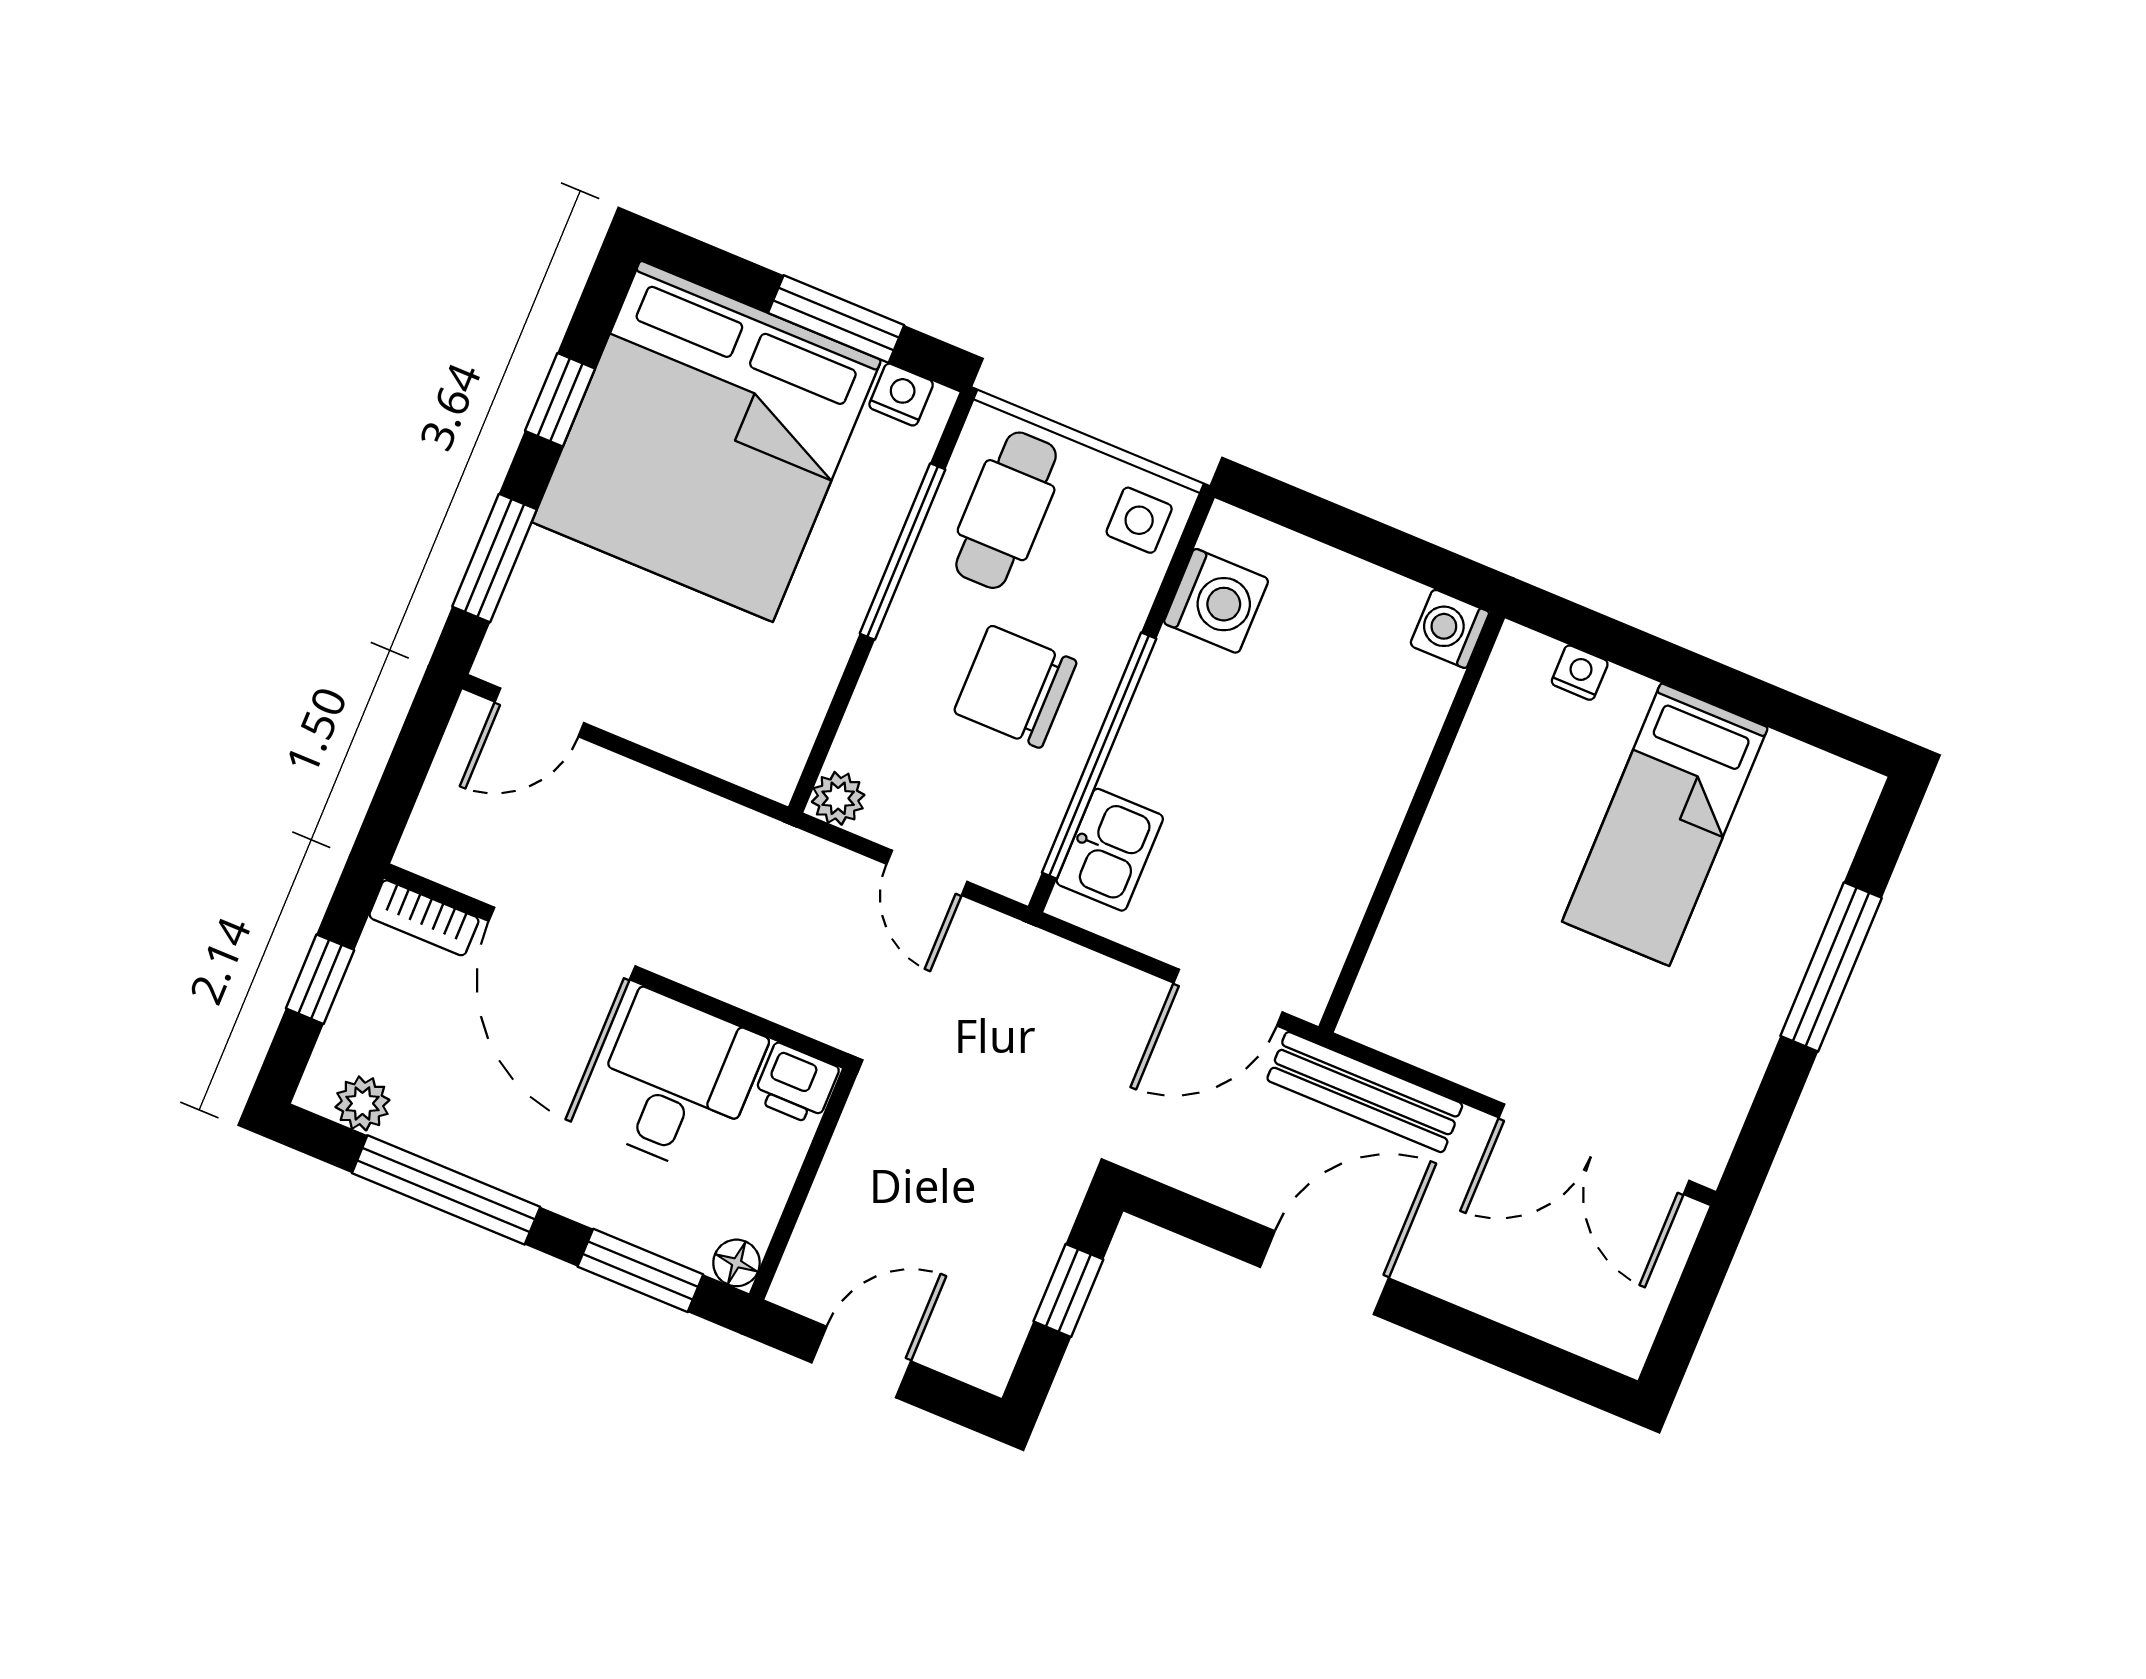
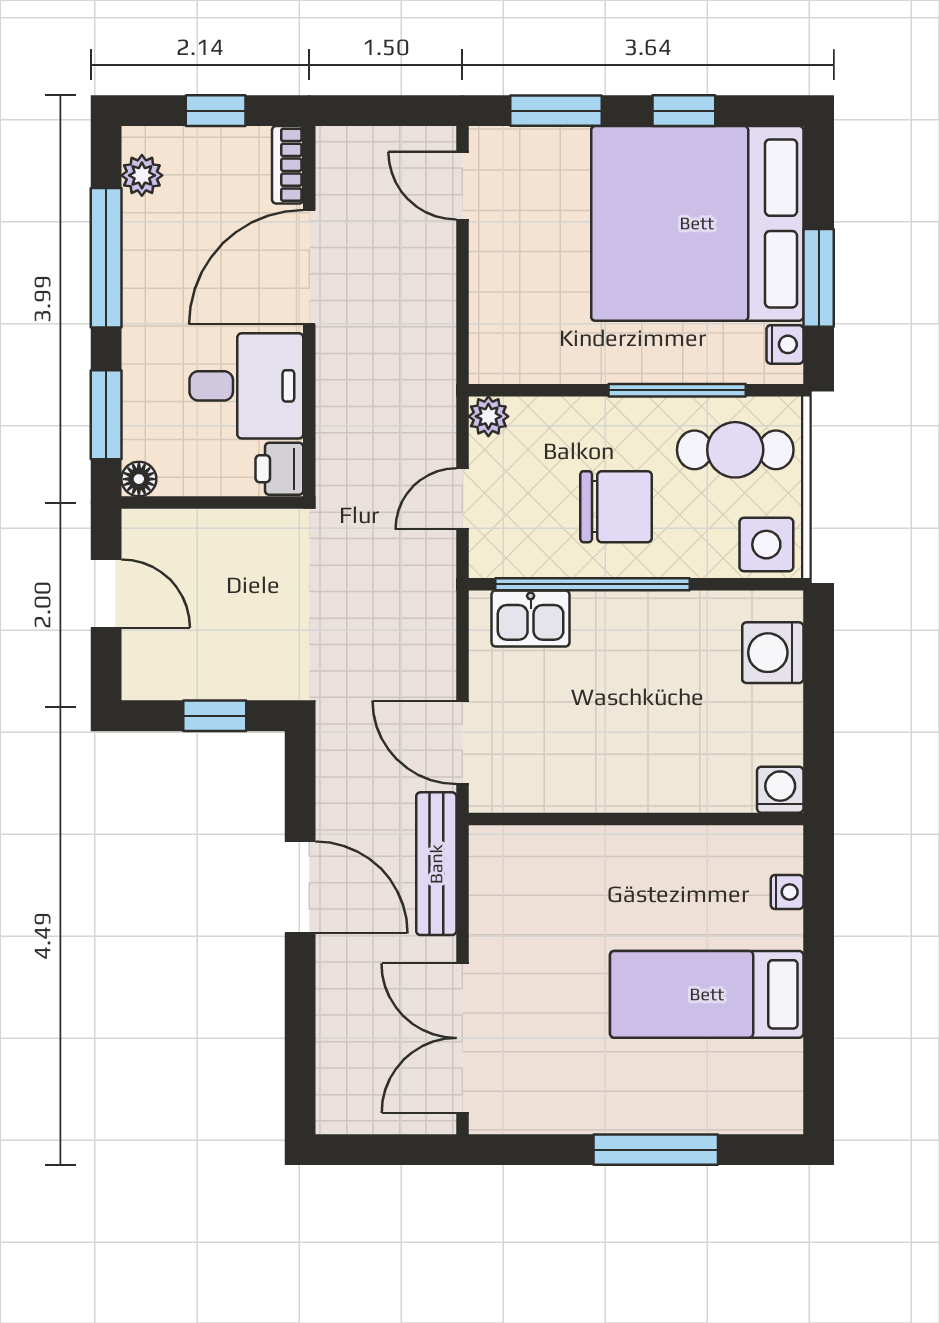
side table: (1139, 520) -> (766, 545), width x1.37, depth x1.37
washing machine: (1216, 601) -> (773, 653), moved, turned 90
chair: (1015, 687) -> (616, 507), turned 90

